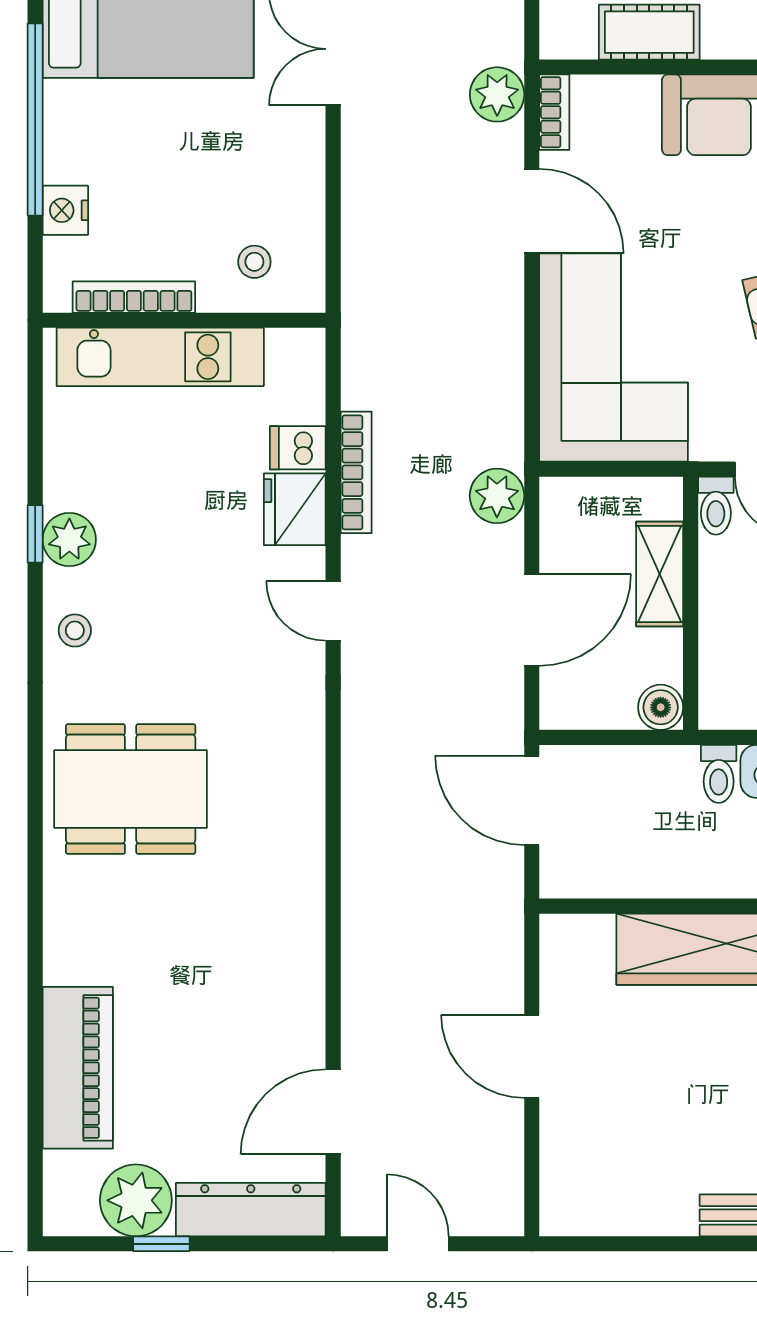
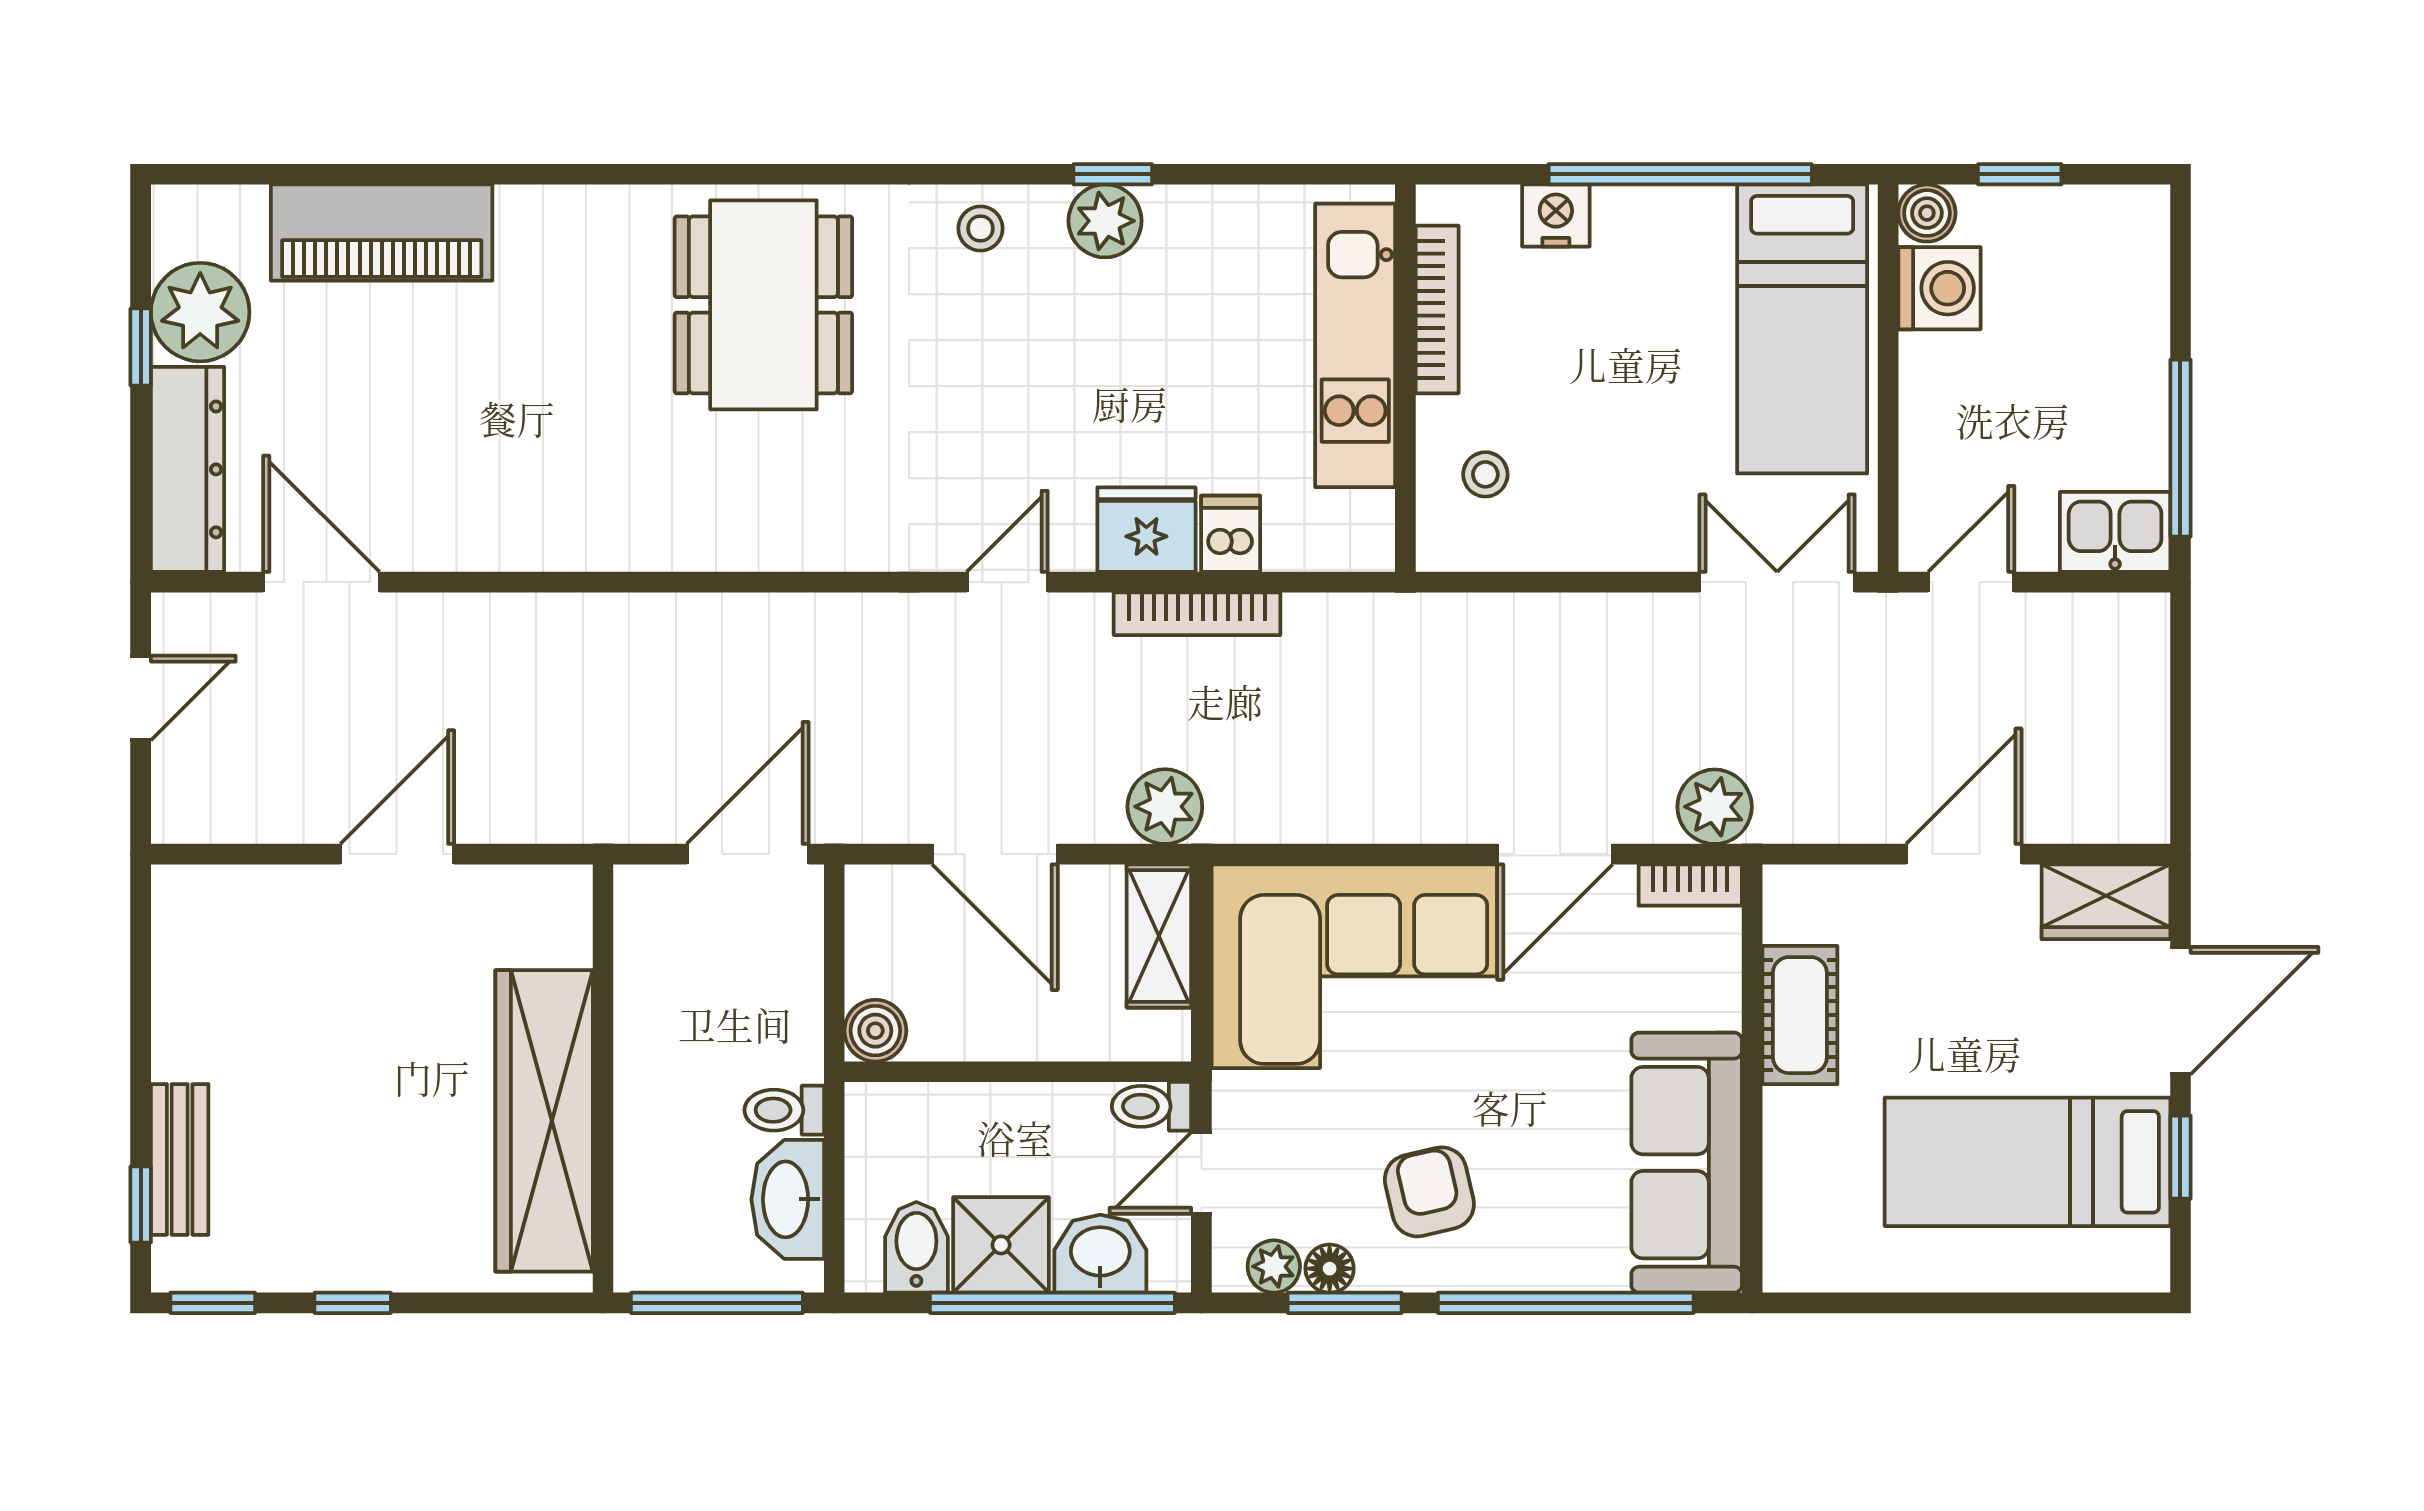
shelving: (660, 574) -> (1159, 936), moved, turned 90

